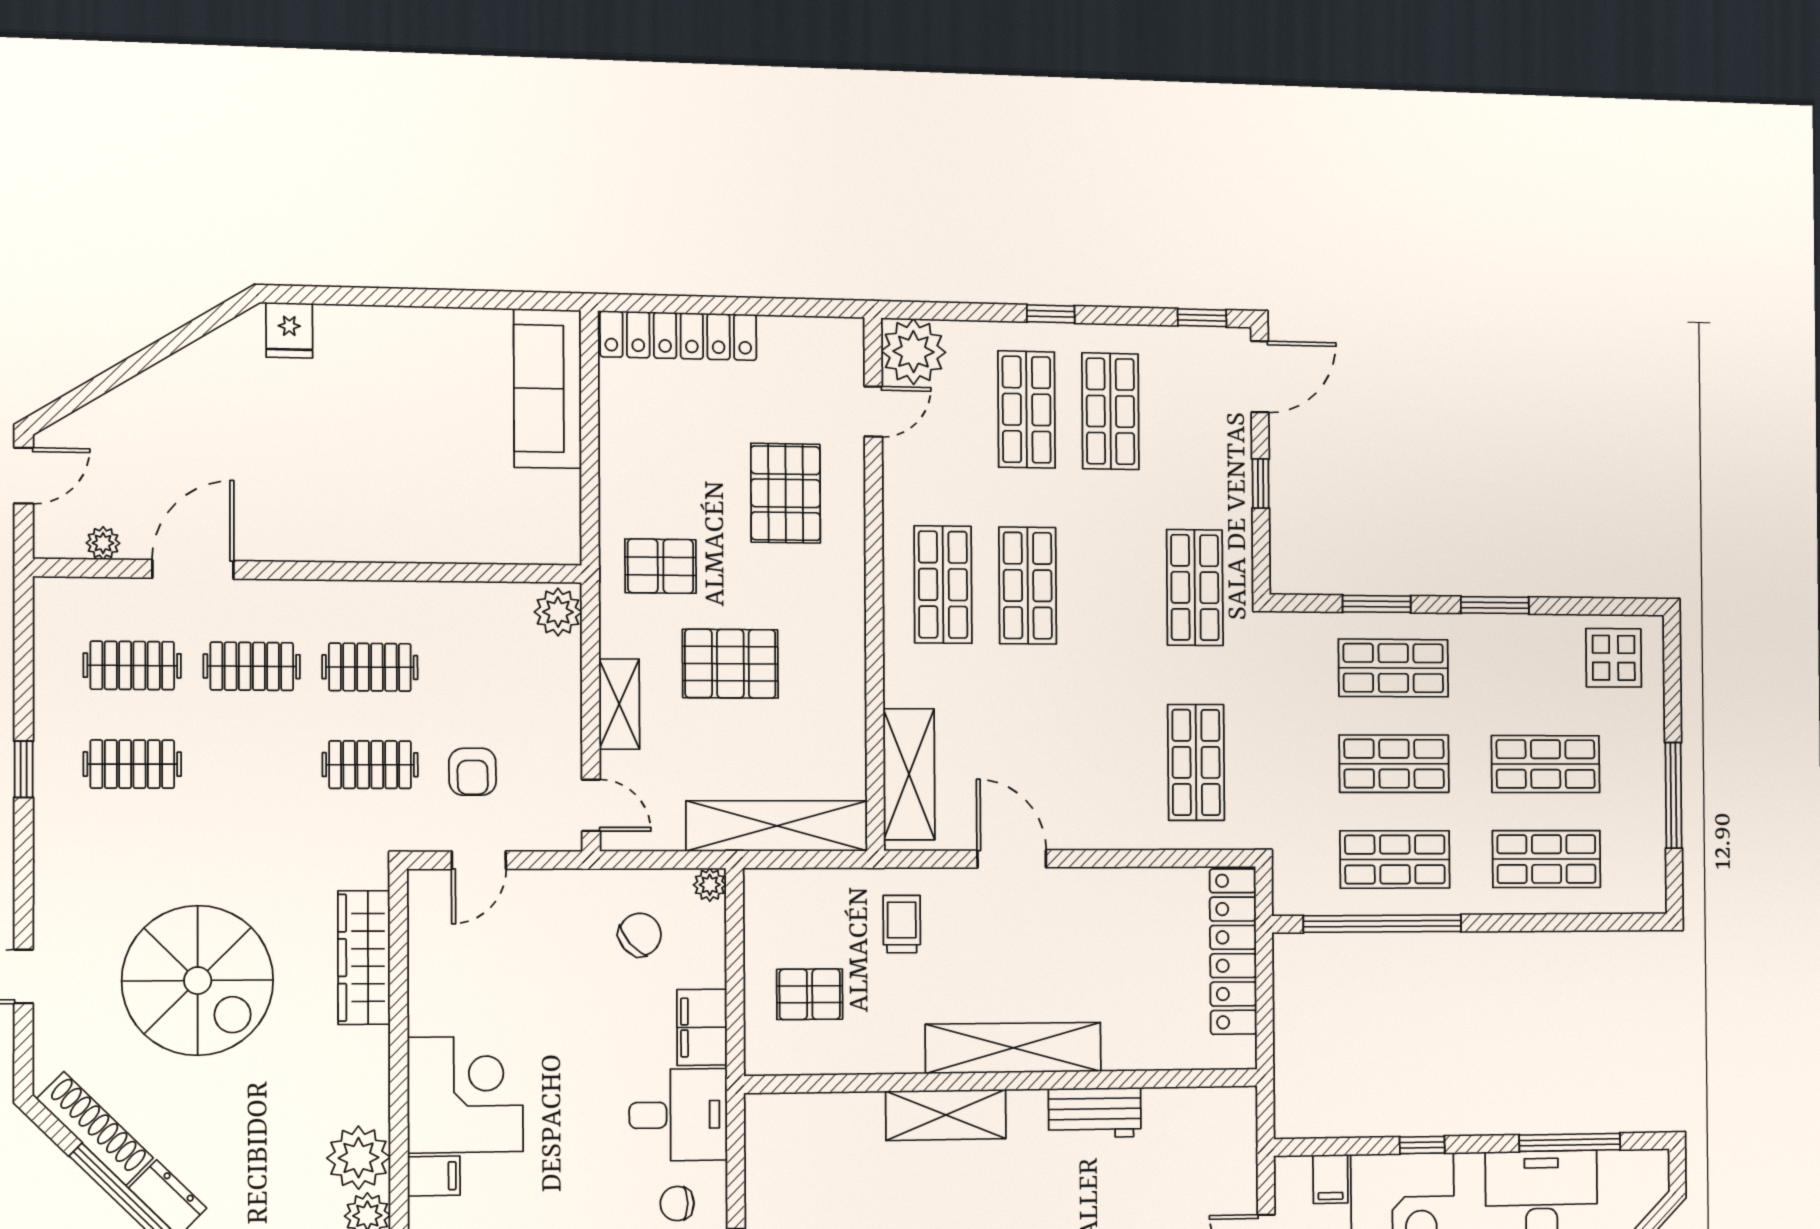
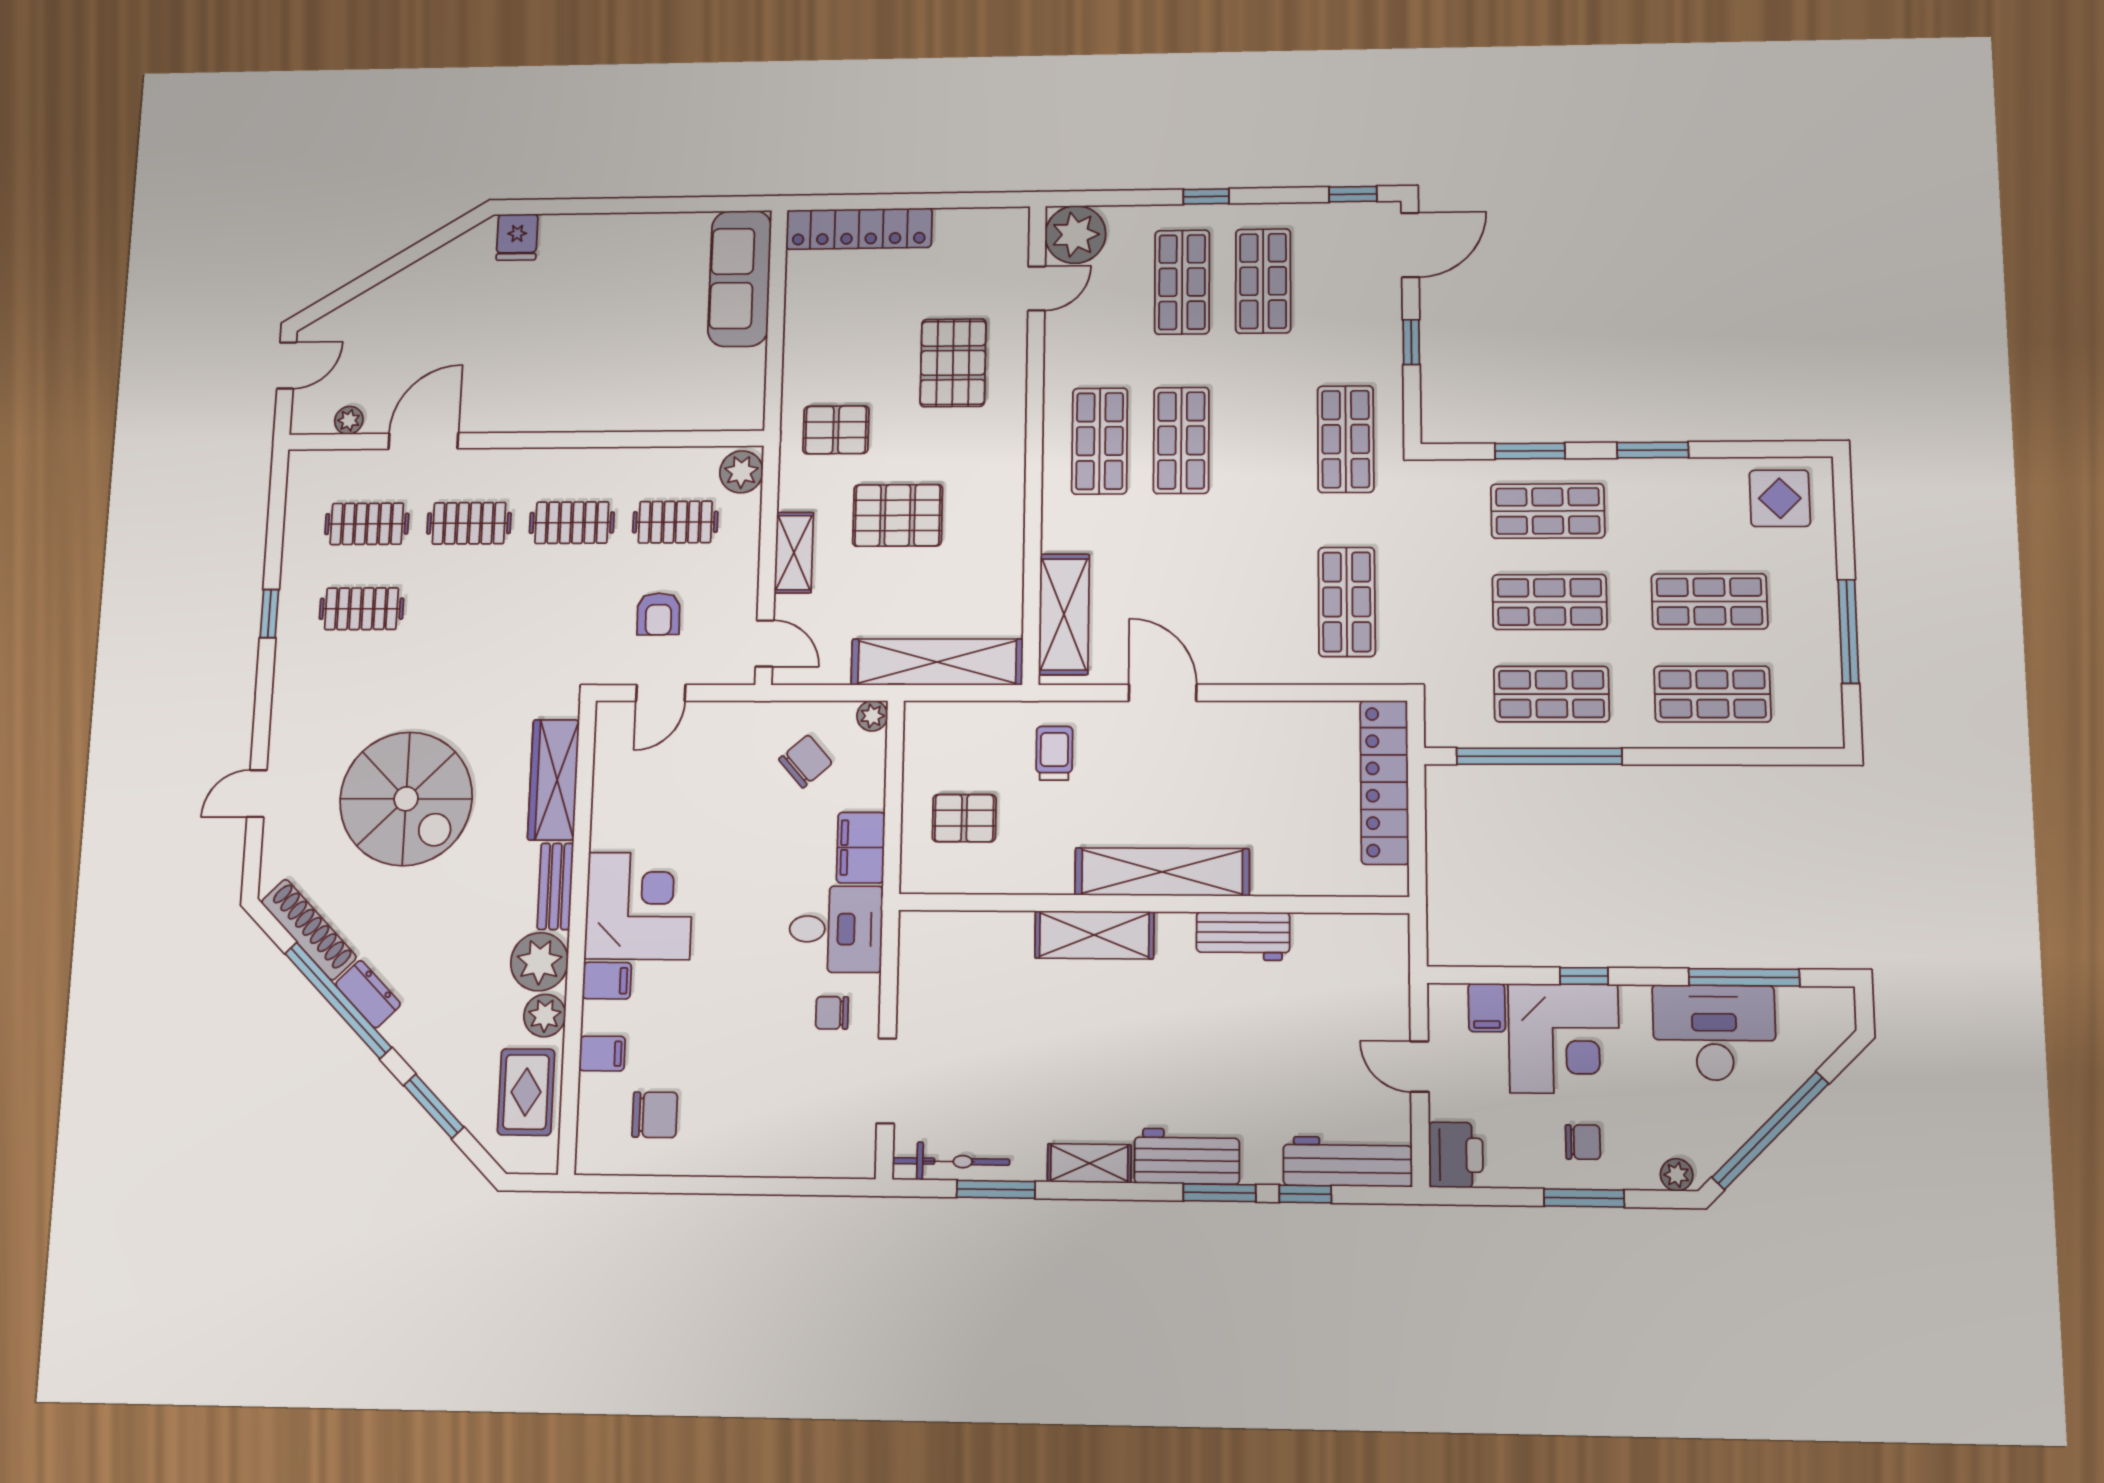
clothes rail: (370, 765) -> (675, 522), moved
bench: (372, 1075) -> (555, 886), added

